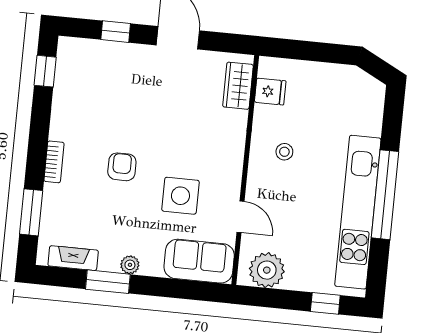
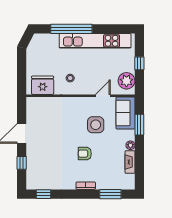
wardrobe: (238, 86) -> (41, 103), removed
fridge: (270, 92) -> (43, 85), width x1.88, depth x1.34
window: (385, 195) -> (71, 29), moved
fireplace: (73, 258) -> (130, 162), moved
window: (108, 282) -> (139, 125), moved
window: (325, 303) -> (139, 63), moved

